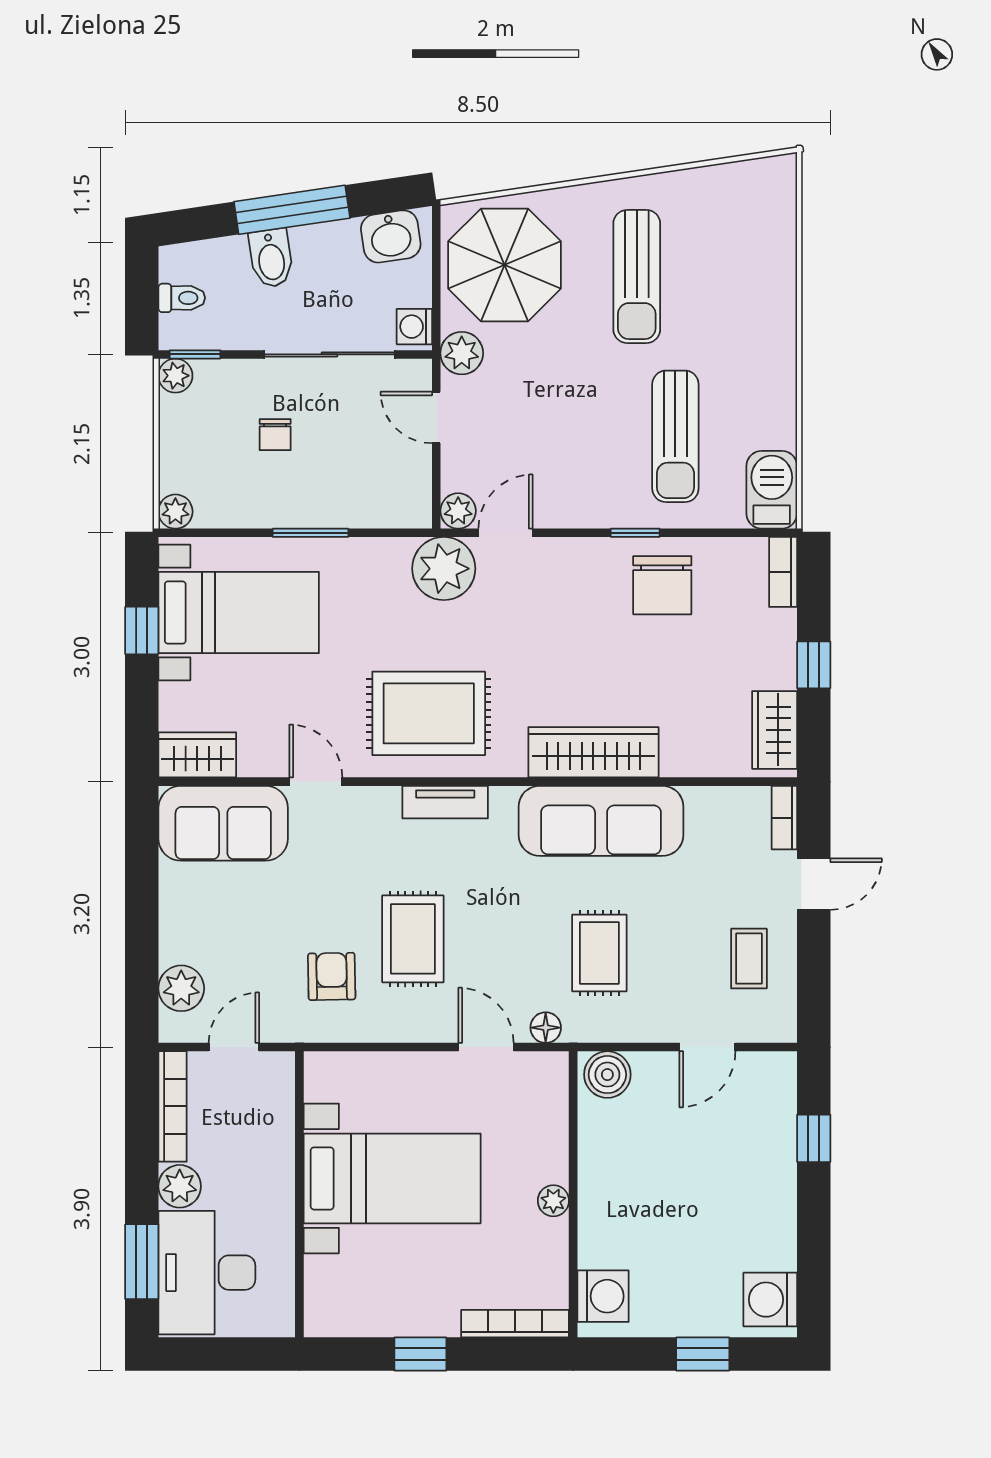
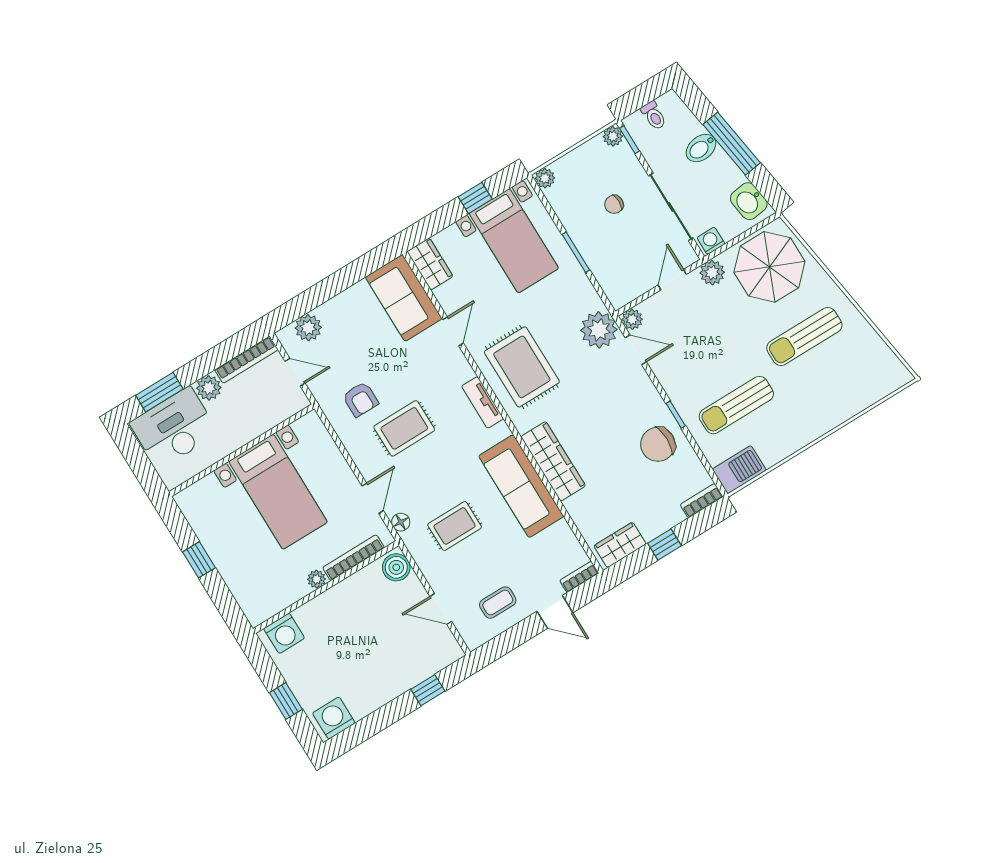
armchair: (332, 976) -> (360, 399), turned 91
bookcase: (515, 1324) -> (354, 558), moved, turned -90

